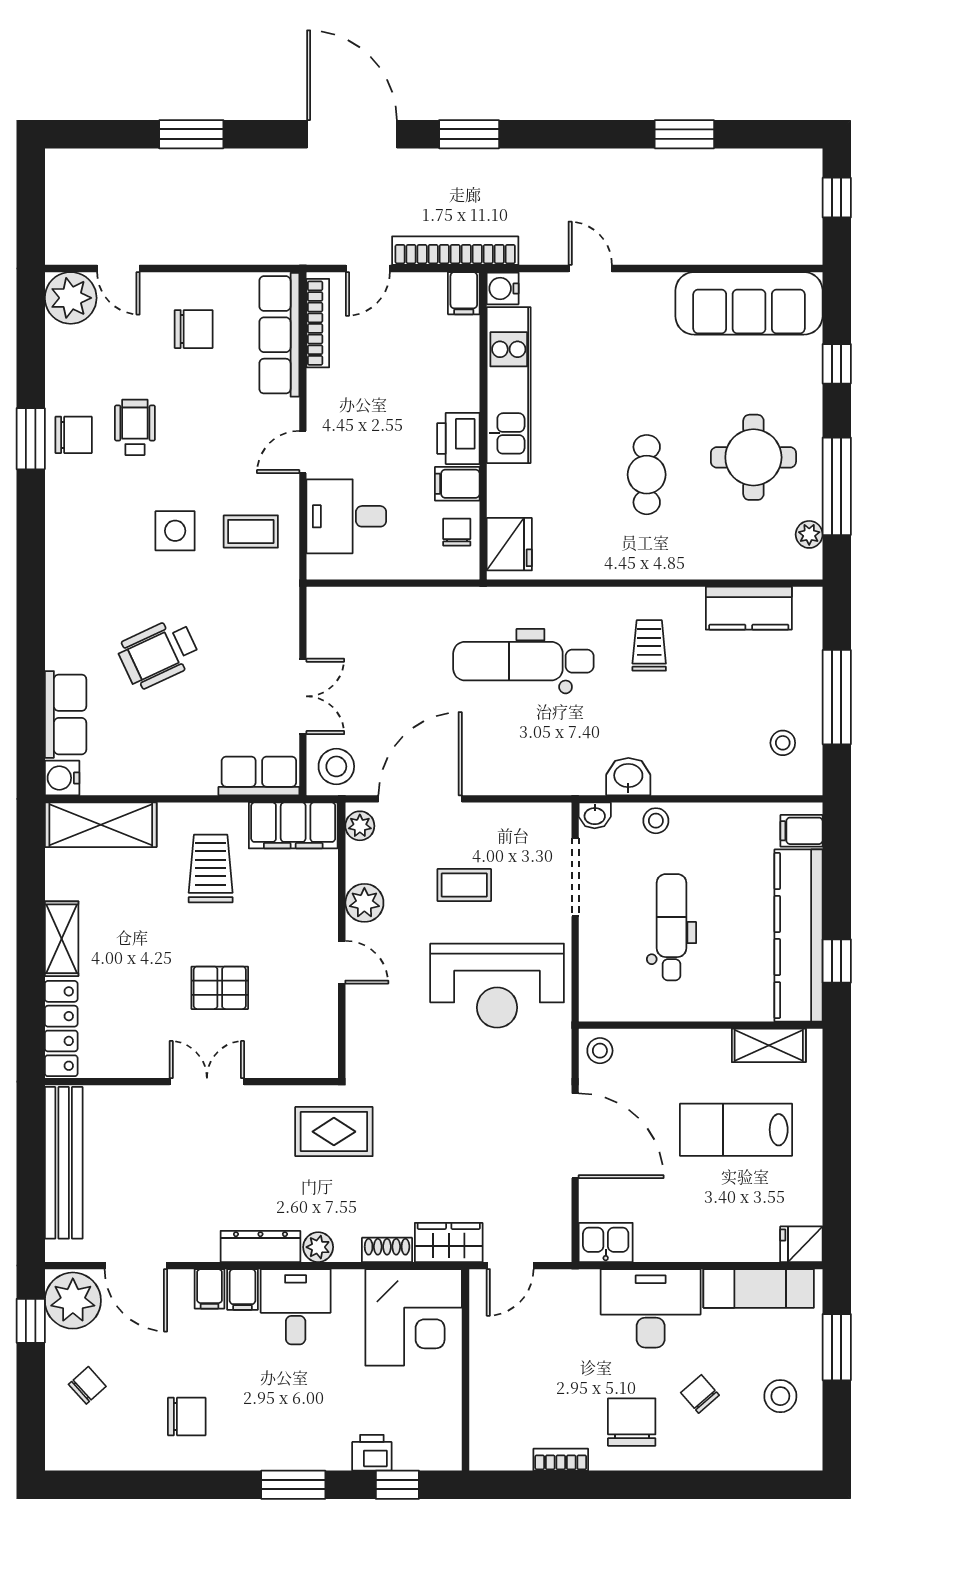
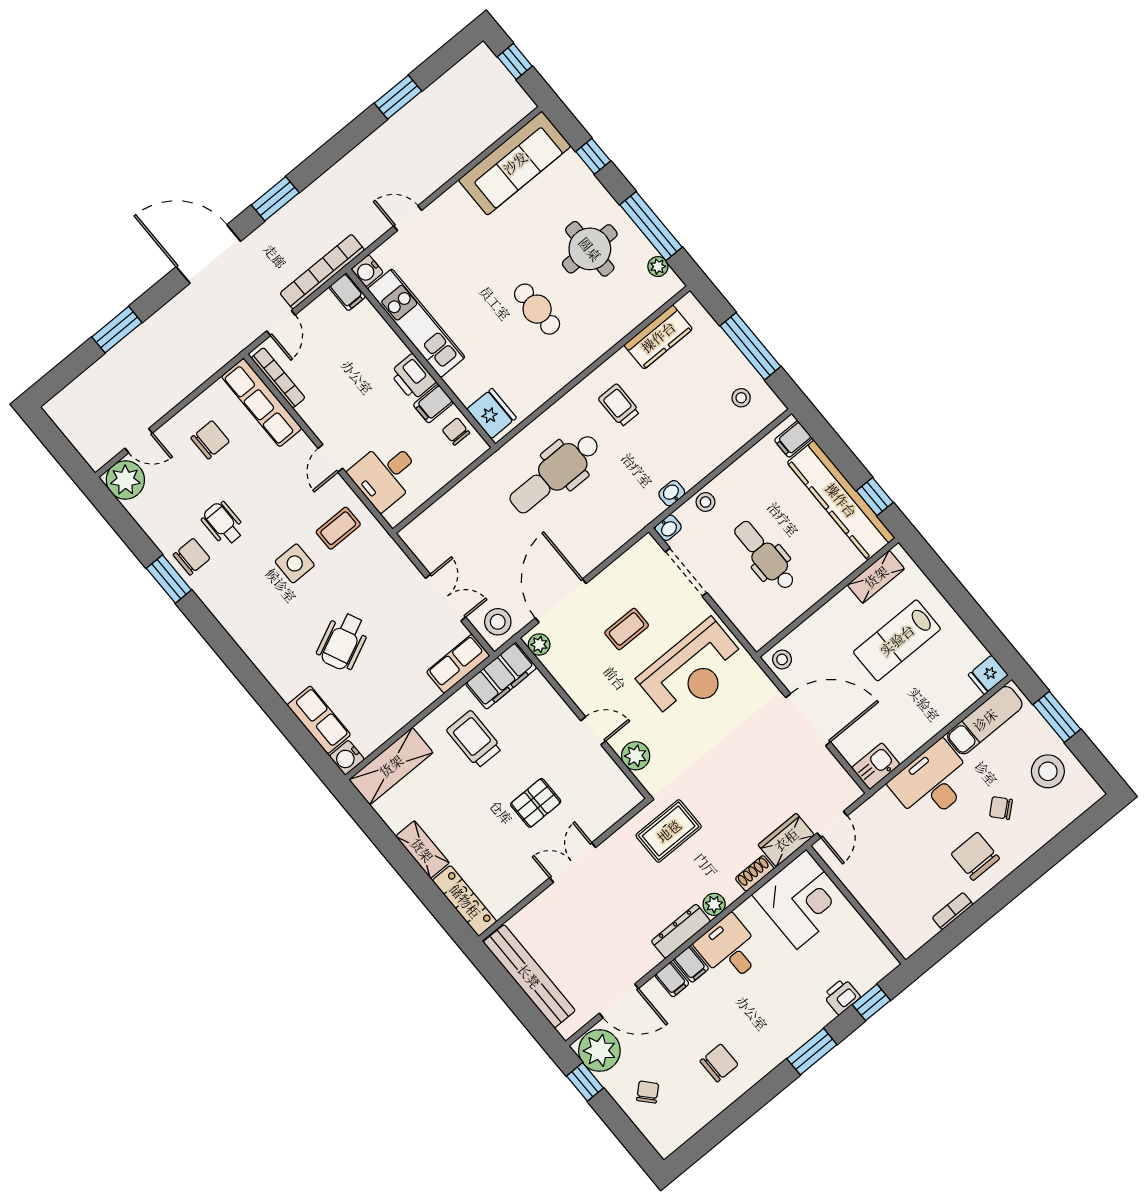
washbasin: (628, 777) -> (672, 493), width x0.72, depth x0.69
plant: (364, 903) -> (636, 756), moved
stool: (780, 1396) -> (1048, 771), width x1.38, depth x1.38

